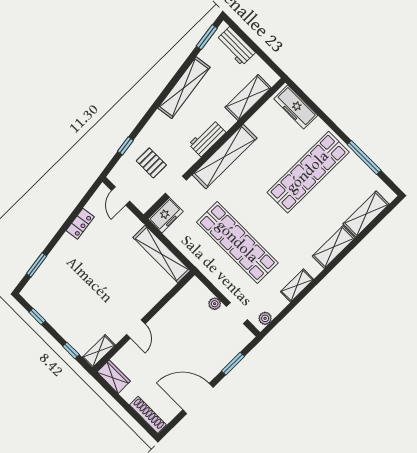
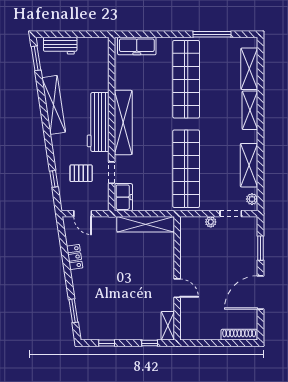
shelving: (248, 97) -> (101, 70), removed
workbench: (207, 138) -> (98, 122), width x1.88, depth x1.32
shop shelf: (237, 242) -> (186, 169), turned 90
shelving: (297, 285) -> (249, 165), width x1.50, depth x1.33
wardrobe: (114, 377) -> (193, 332), removed

